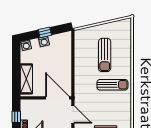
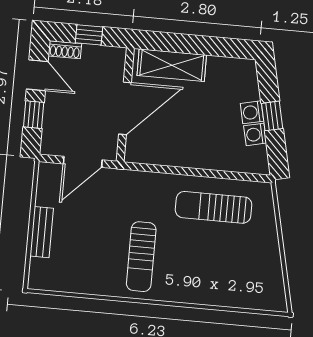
washing machine: (26, 45) -> (255, 134), moved
sun lounger: (105, 55) -> (214, 207), moved
door: (57, 98) -> (125, 108), moved

